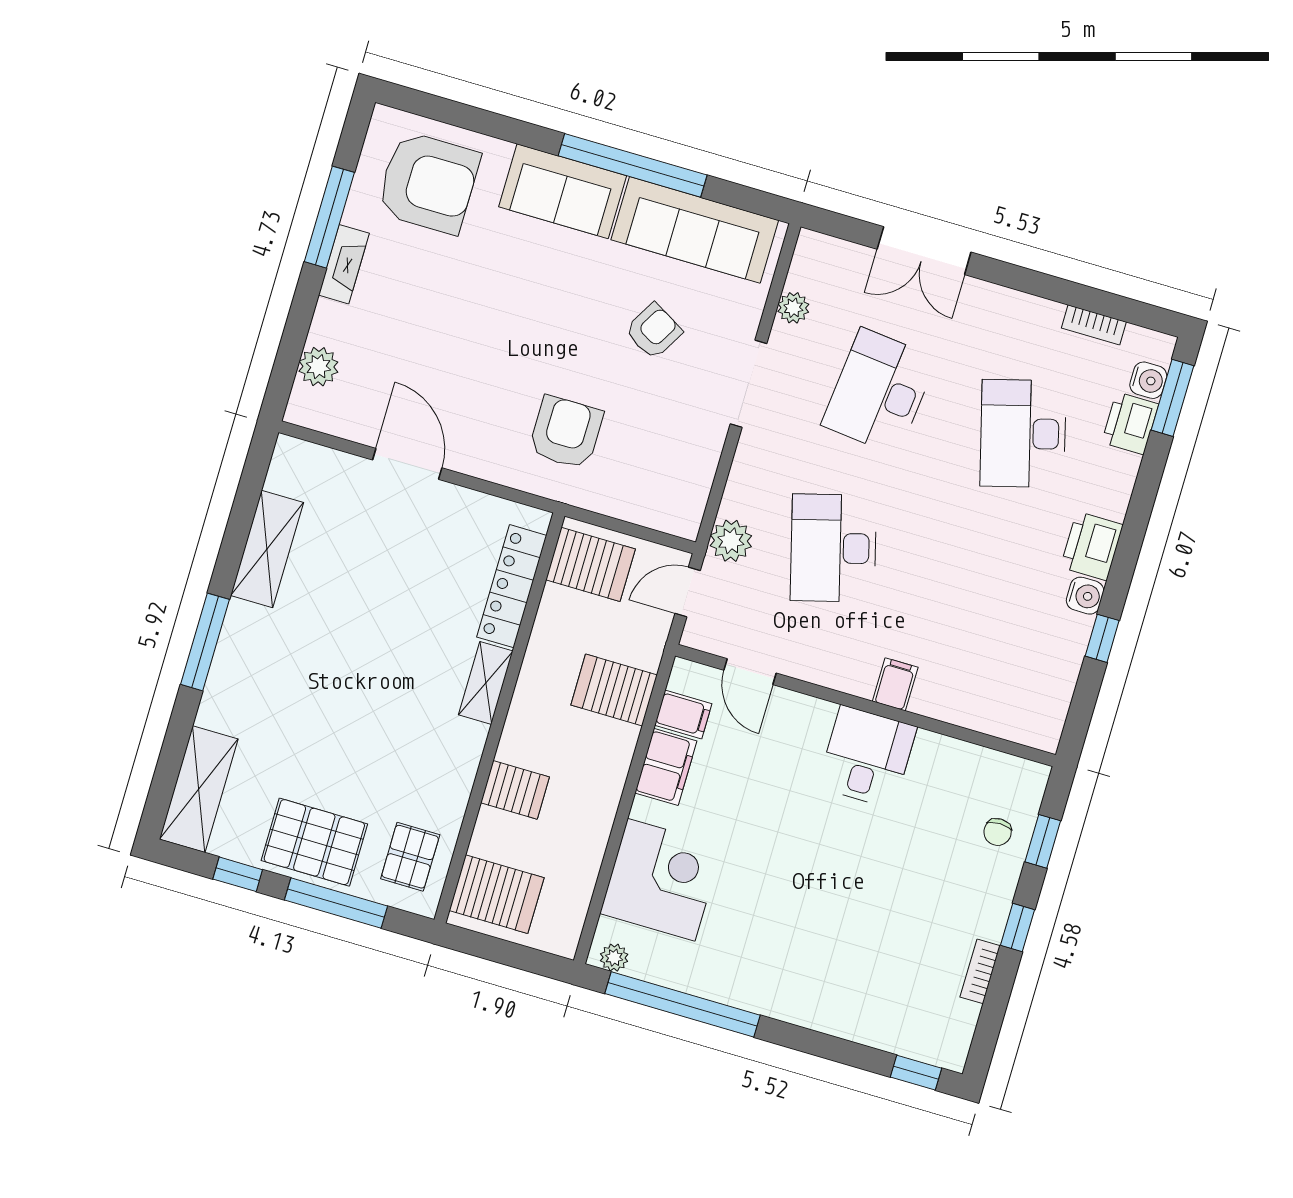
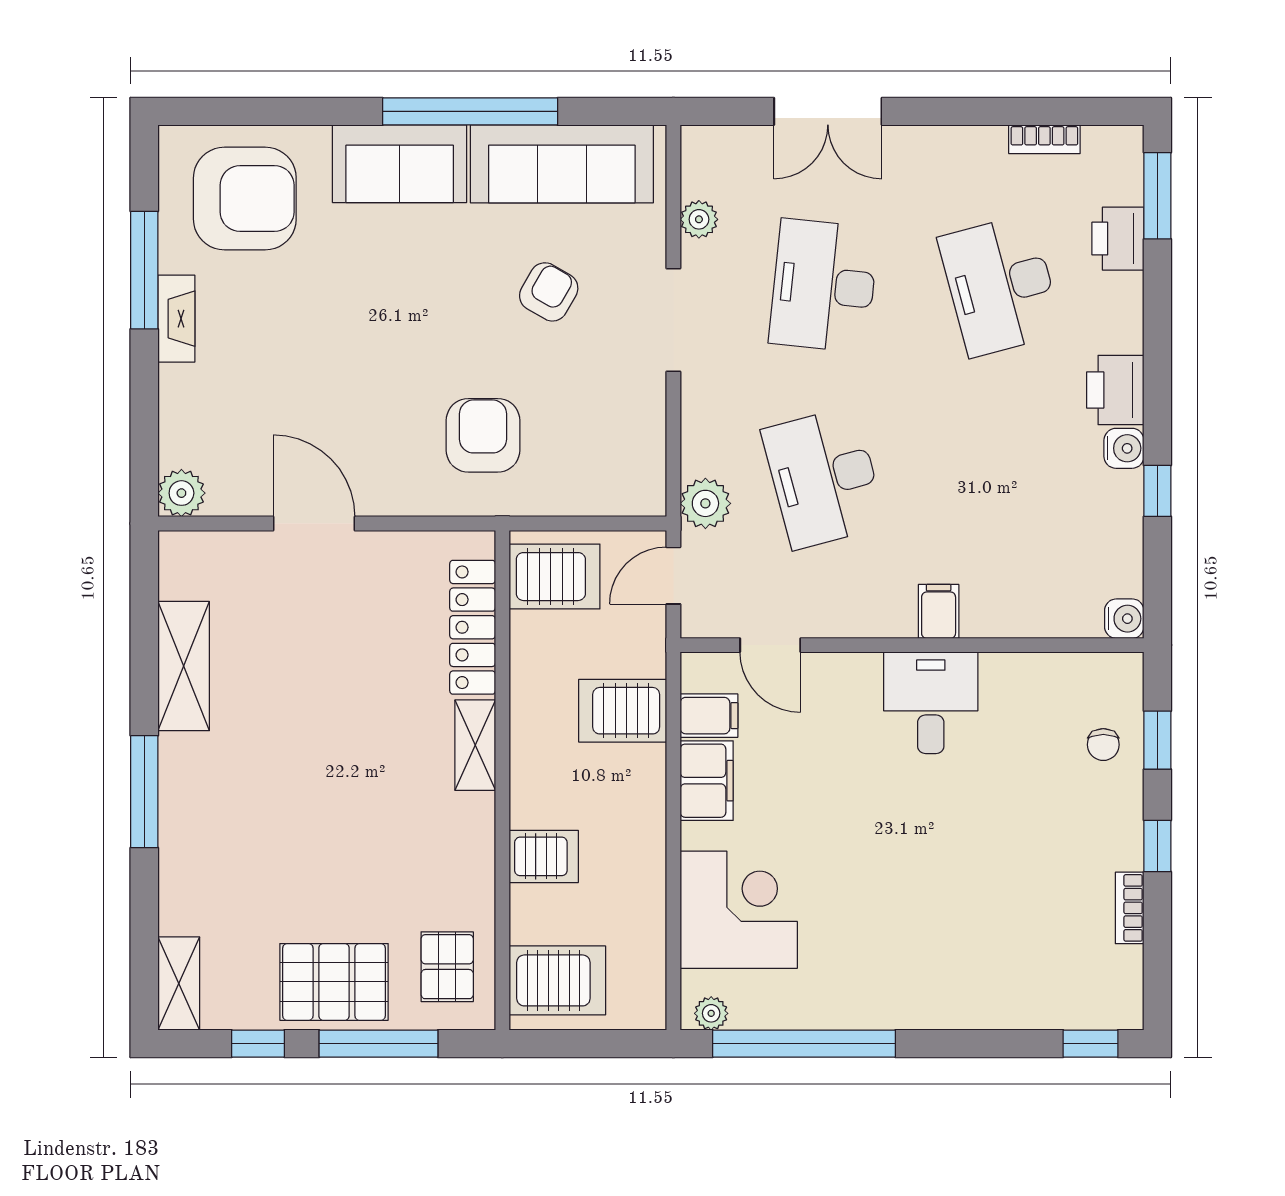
plant: (318, 367) -> (181, 493), moved
water cooler: (1148, 380) -> (1124, 619), moved
shelving: (199, 789) -> (179, 984), width x0.67, depth x0.75

